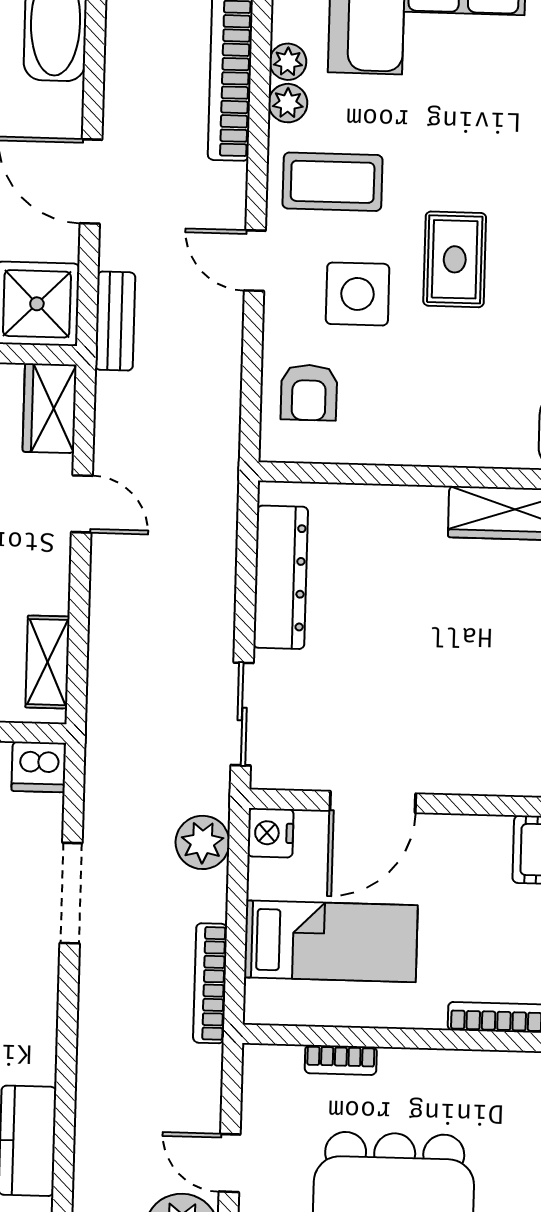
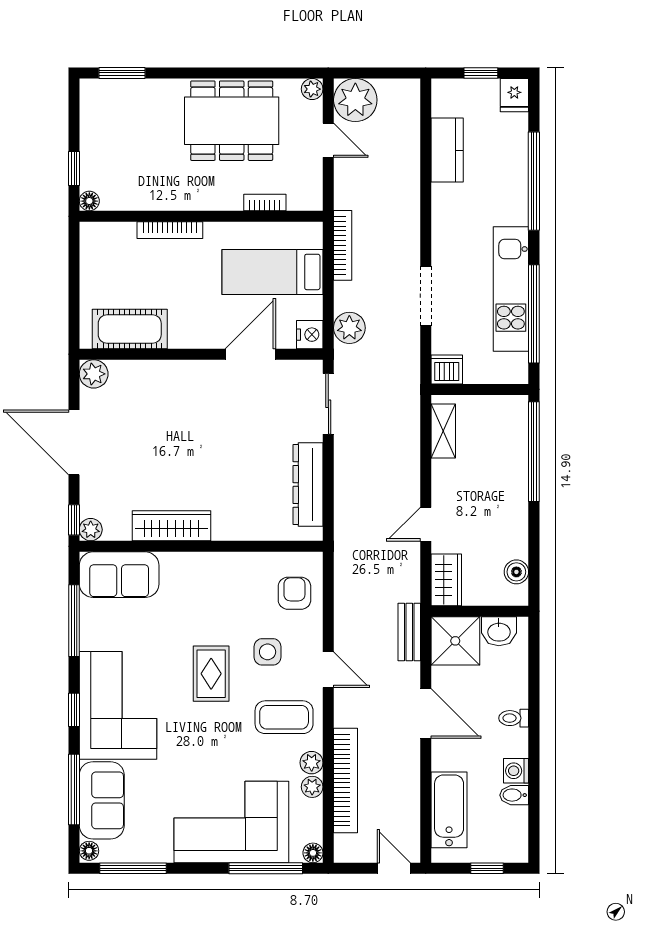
side table: (358, 294) -> (268, 652), width x0.73, depth x0.73
door: (82, 504) -> (426, 524), hinge flipped

